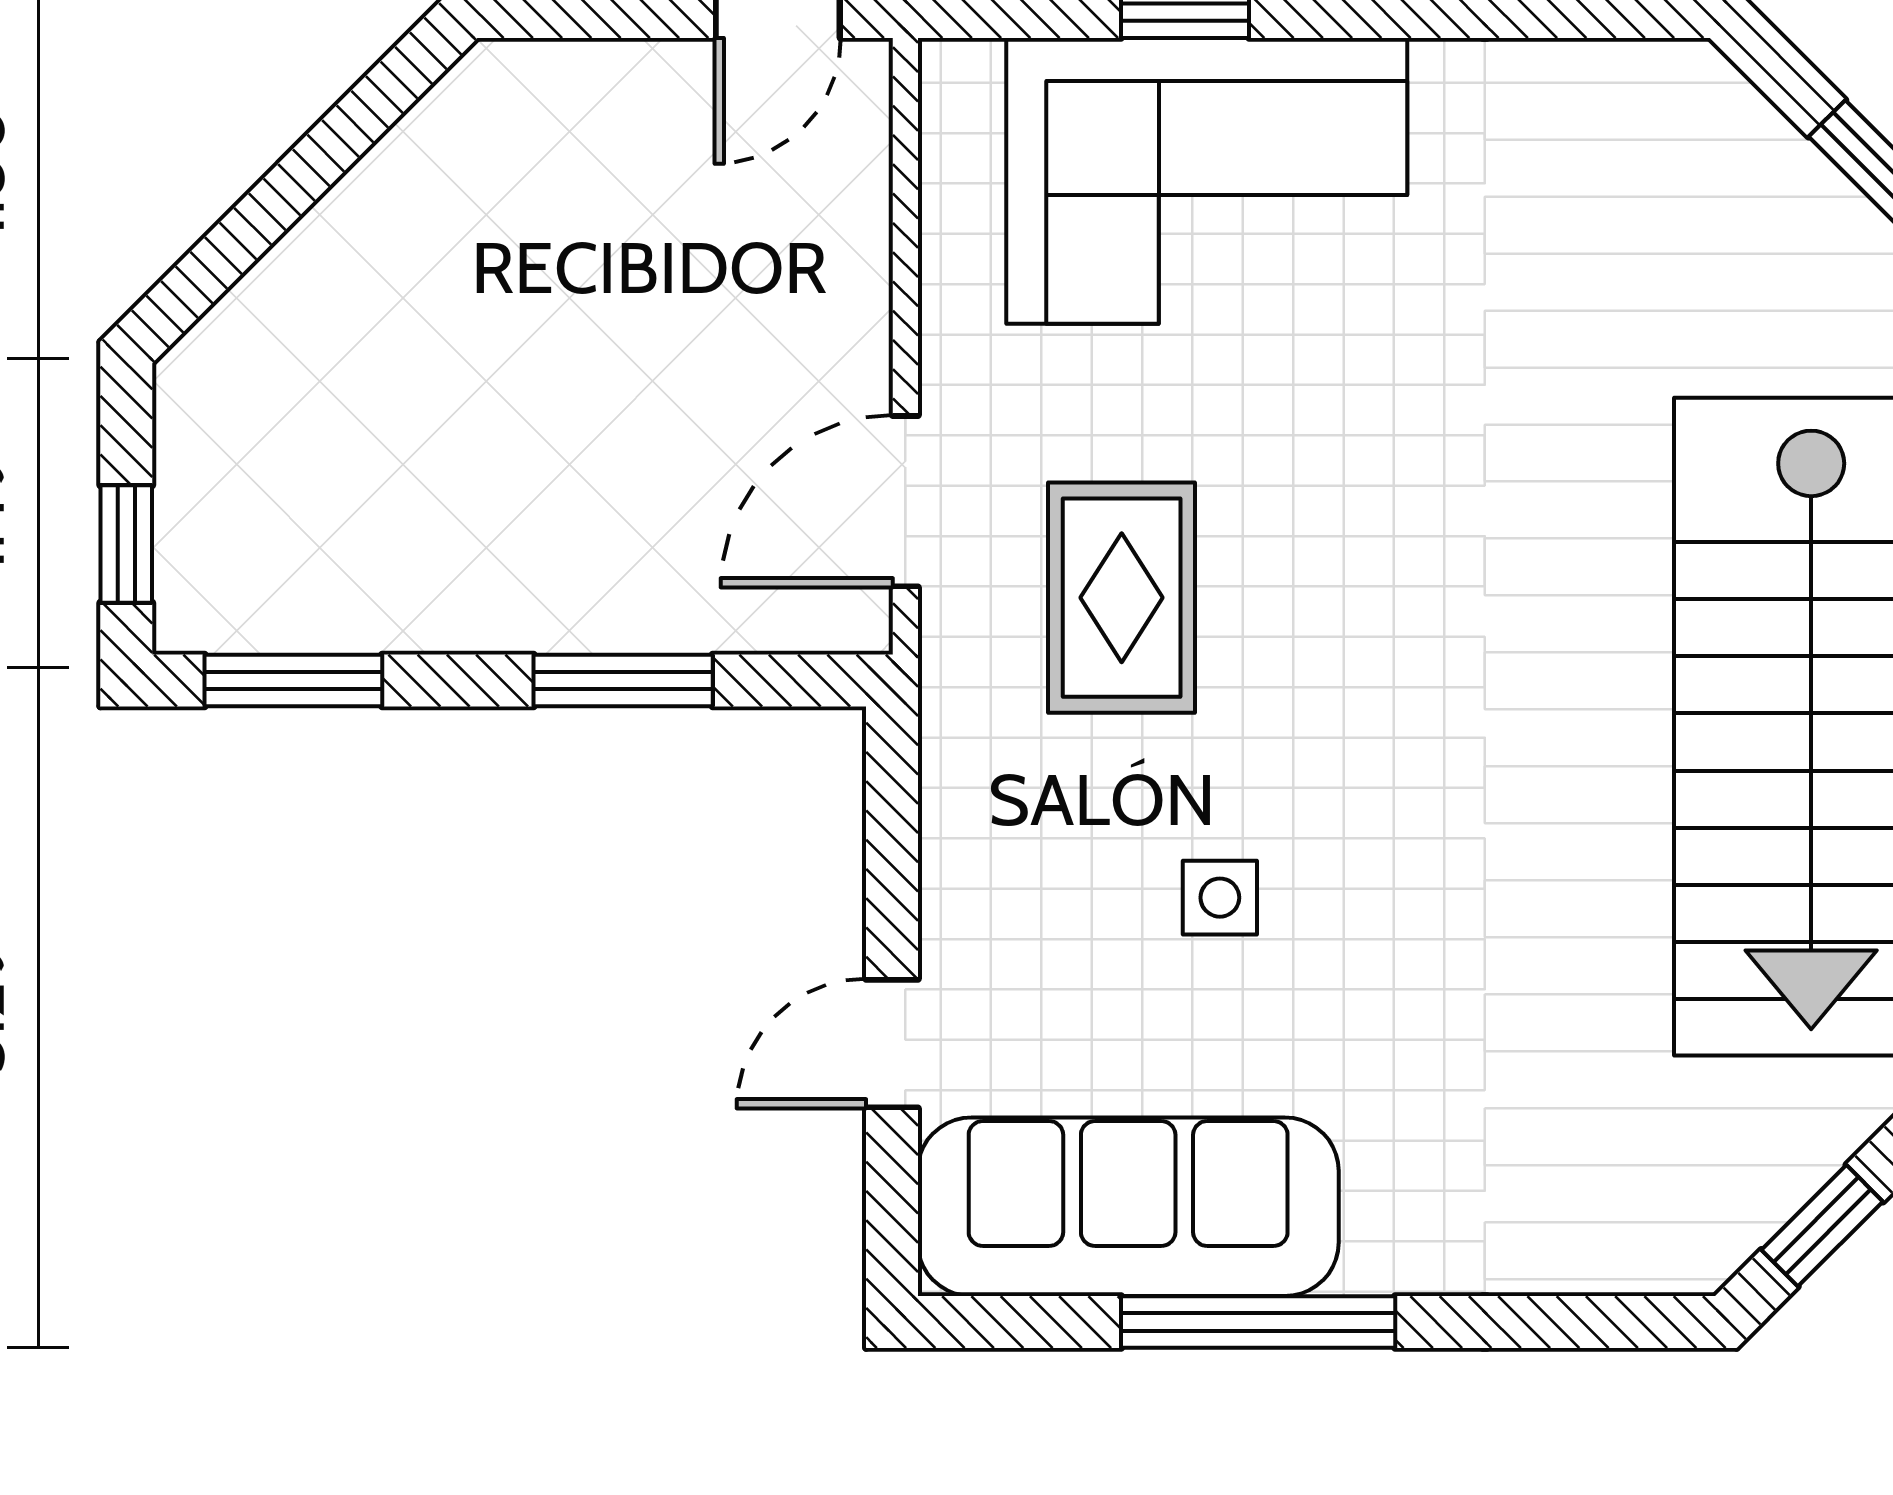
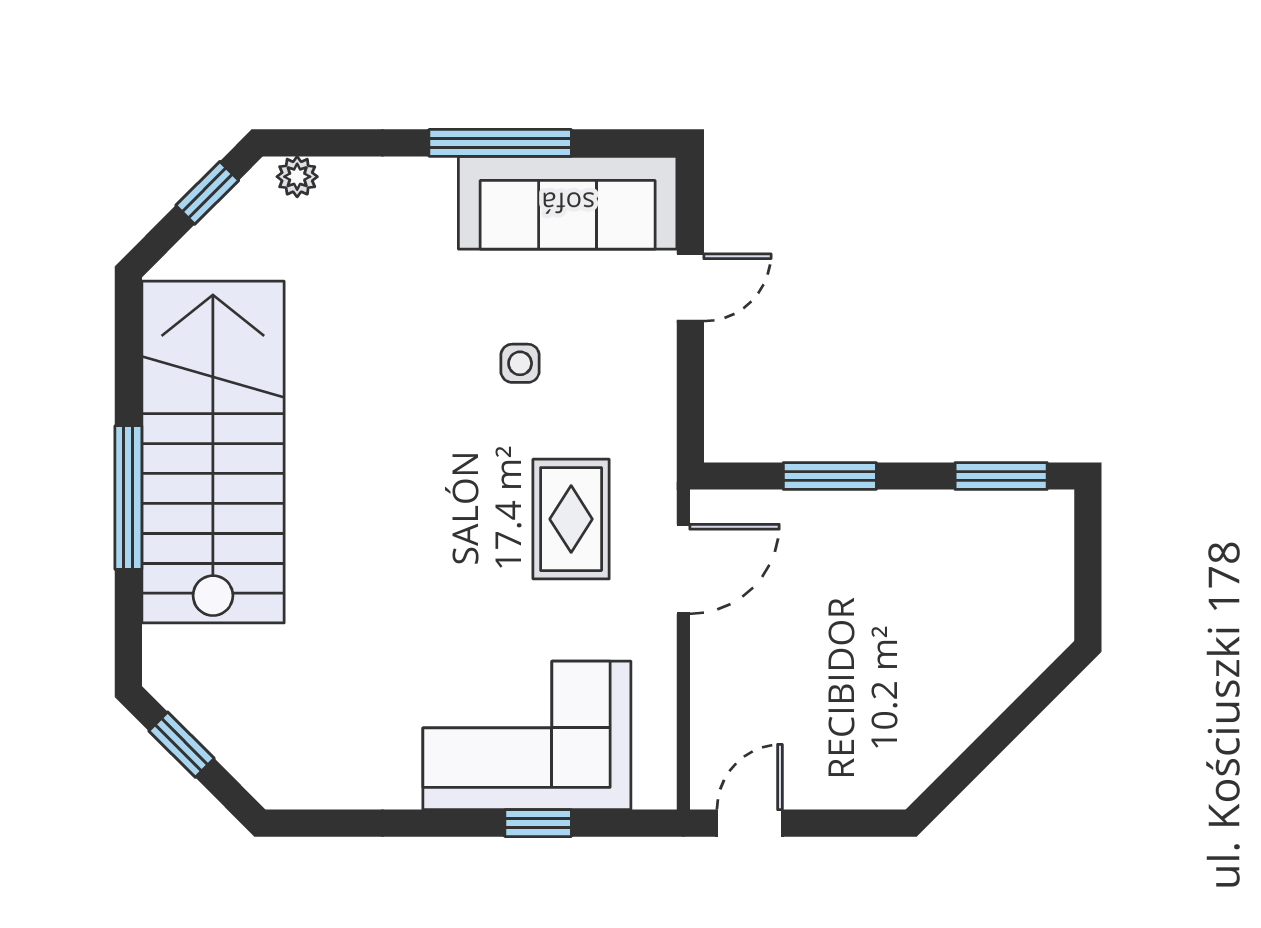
window: (126, 544) -> (1088, 547), removed
plant: (1649, 1257) -> (297, 177), added

